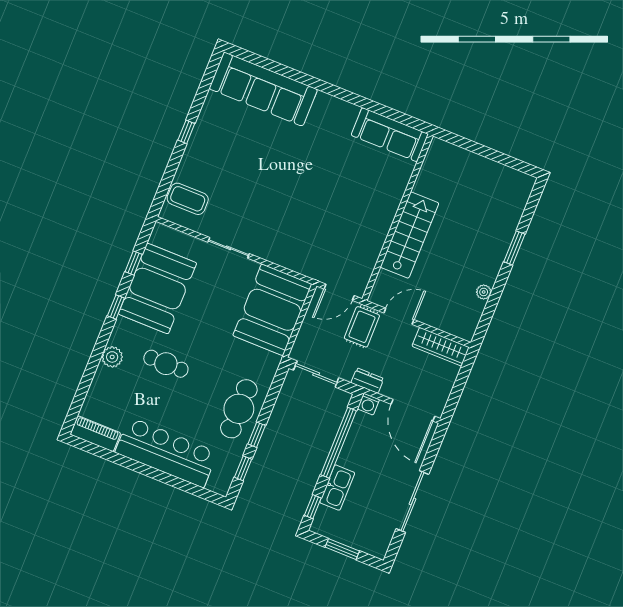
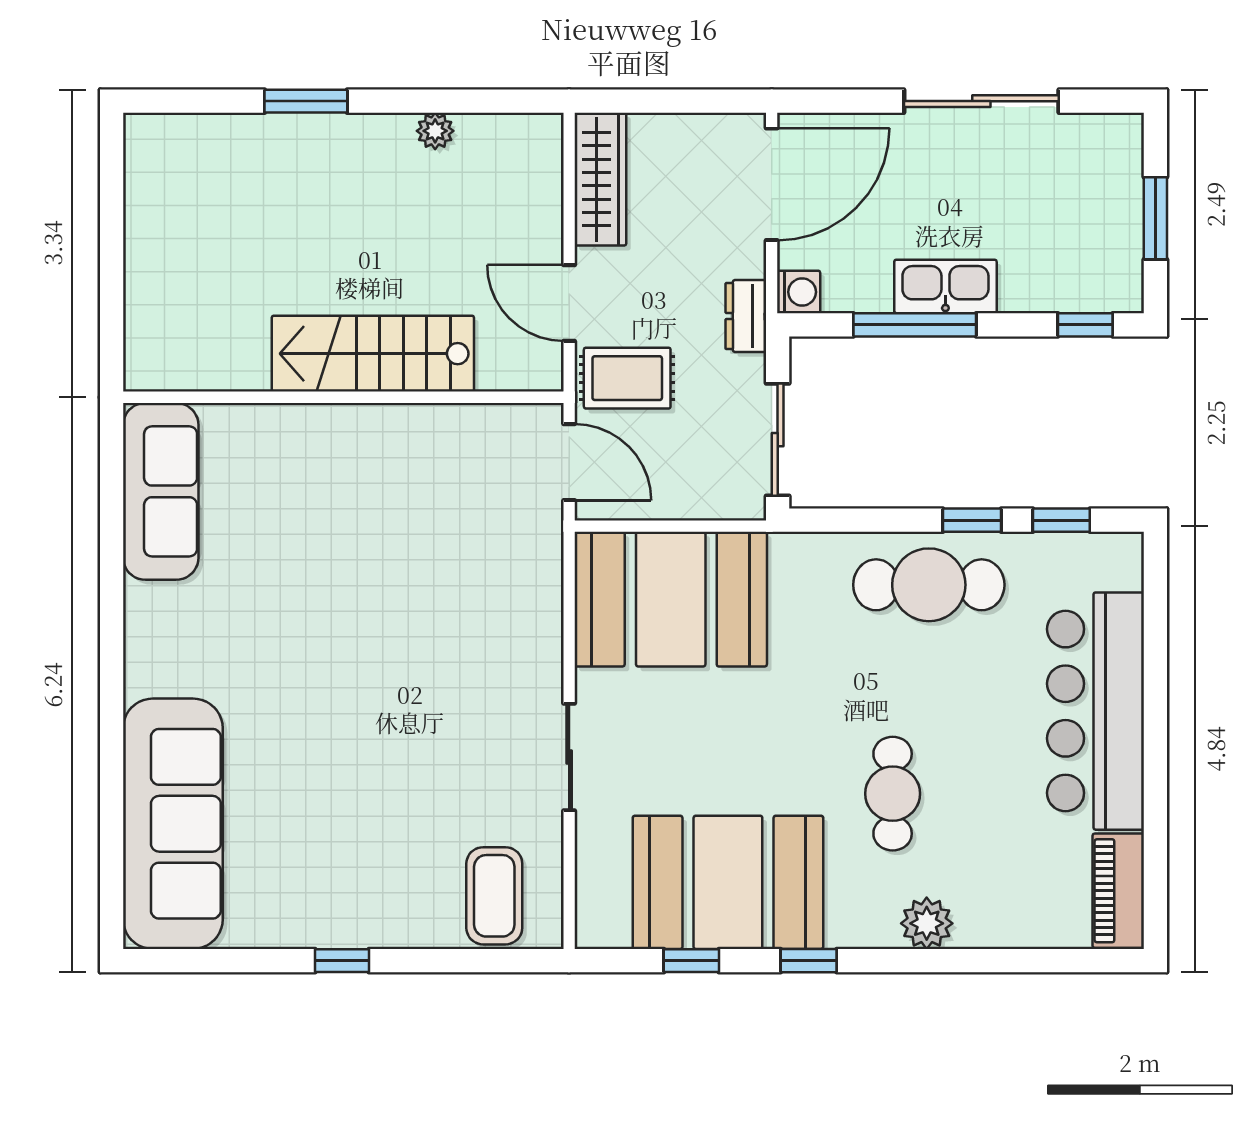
window: (338, 443) -> (915, 325), width x0.68
kitchen sink: (337, 488) -> (945, 286), moved

